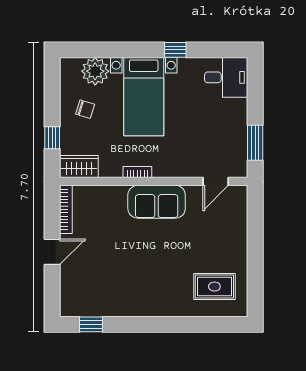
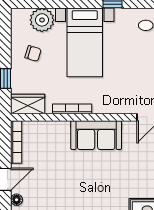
bookcase: (137, 172) -> (72, 109), width x1.56
floor lamp: (66, 275) -> (17, 200), added

